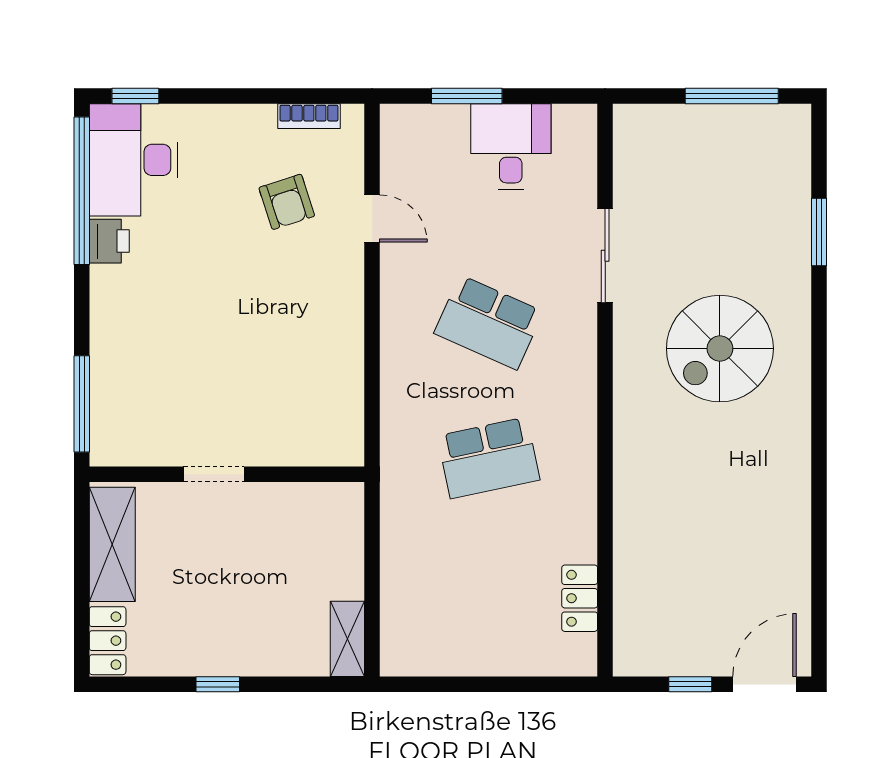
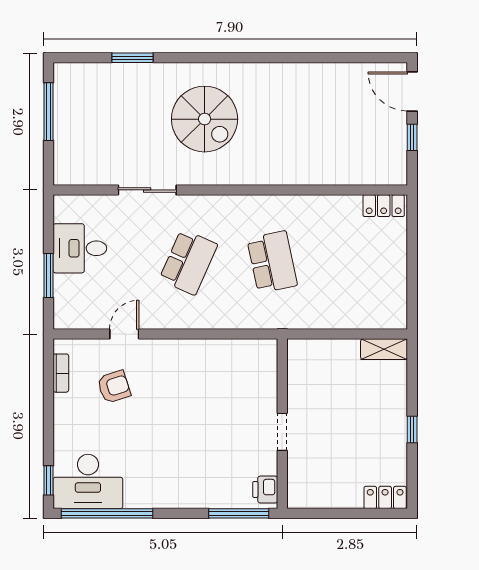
printer: (109, 241) -> (265, 490), moved, turned -90
shelving: (112, 544) -> (326, 495), removed
locker: (580, 598) -> (384, 206), moved

